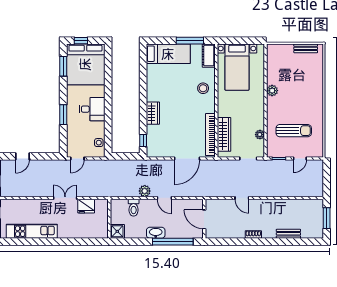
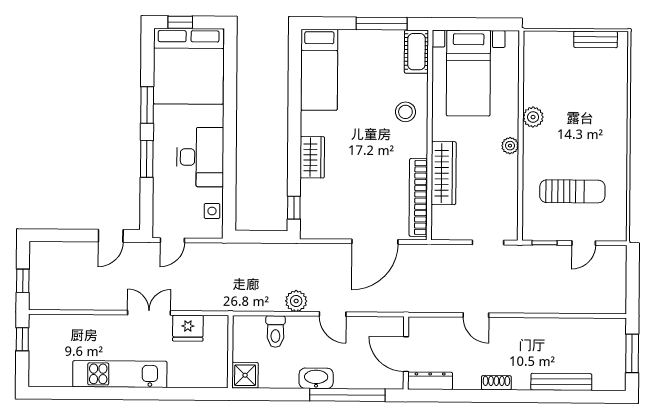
bed: (168, 54) -> (319, 70), moved, turned 90
window: (63, 66) -> (147, 105), moved
desk: (92, 109) -> (200, 157), width x1.37
wardrobe: (224, 134) -> (444, 173), moved
plant: (260, 135) -> (510, 146), moved
door: (22, 156) -> (111, 236), moved
kitchen unit: (32, 231) -> (120, 374), moved
dresser: (217, 234) -> (430, 381), added
bench: (288, 234) -> (561, 382), width x1.36

